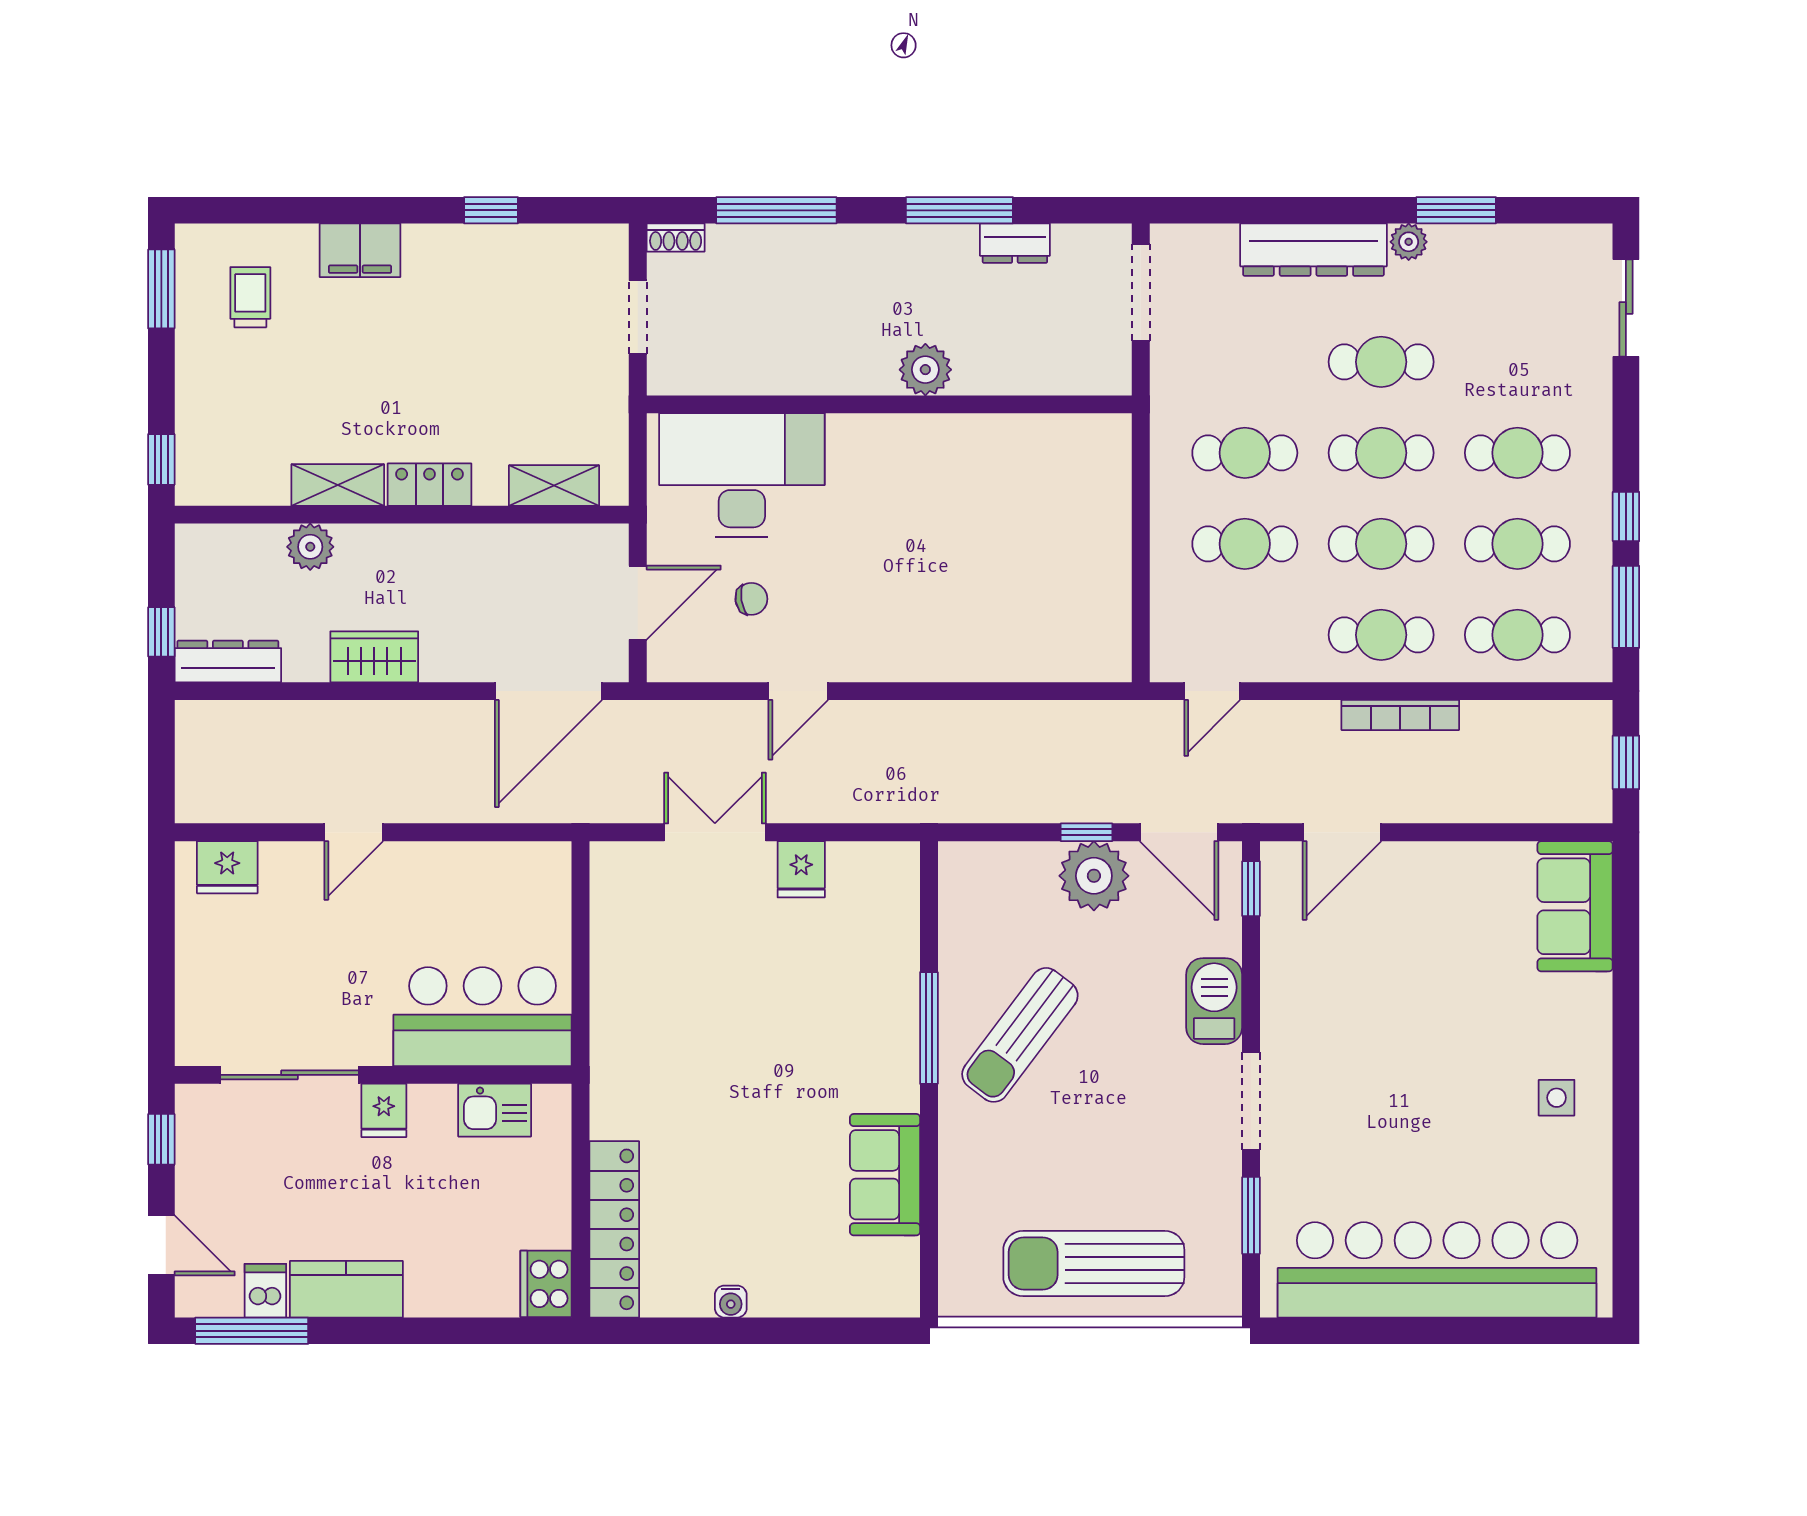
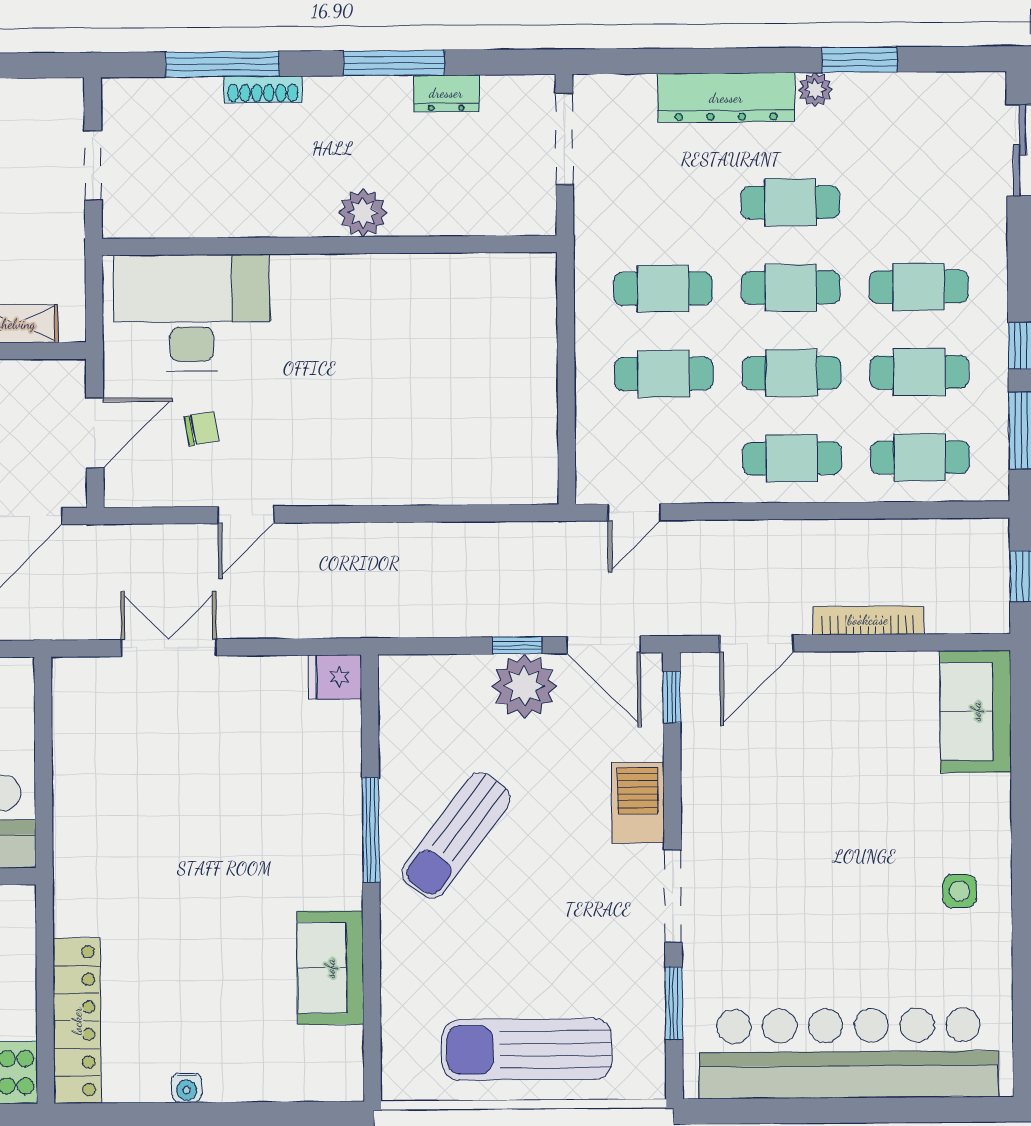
shoe rack: (676, 238) -> (263, 89), moved, width x1.43
bookcase: (1400, 715) -> (868, 620), moved, turned 180
fridge: (801, 869) -> (335, 677), moved, turned 90

